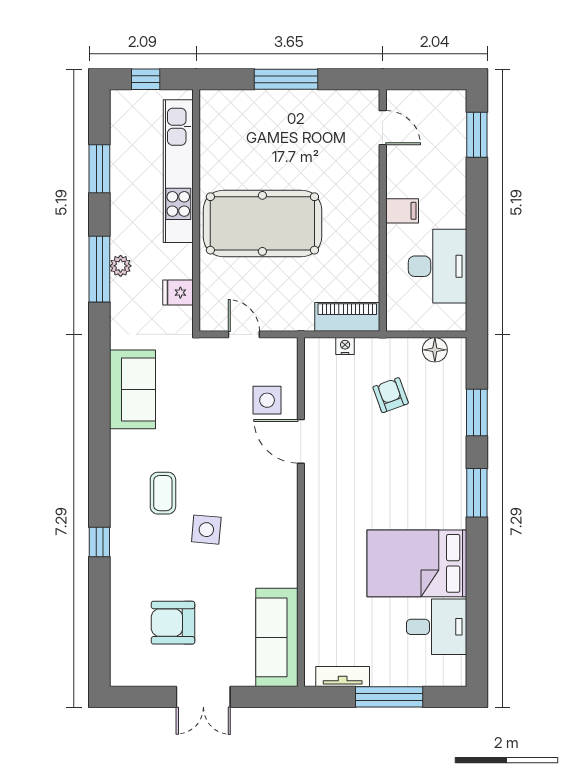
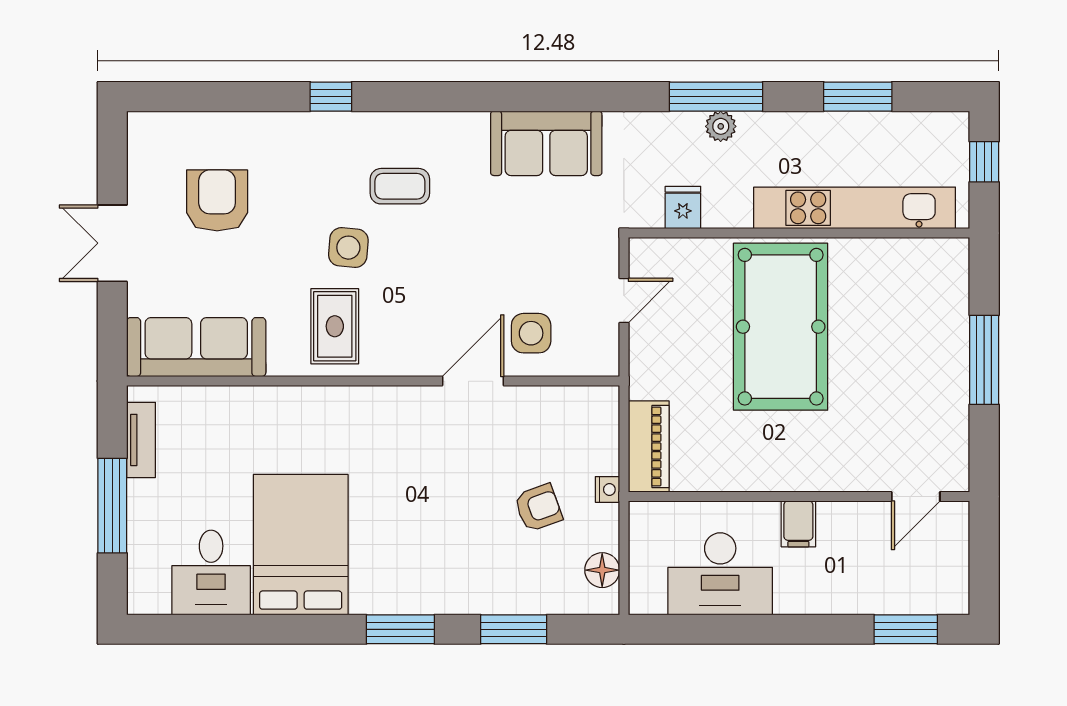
nightstand: (345, 346) -> (607, 489), moved
rug: (262, 539) -> (335, 326), added

